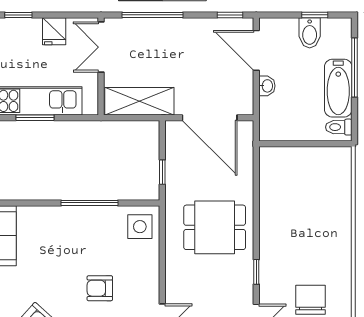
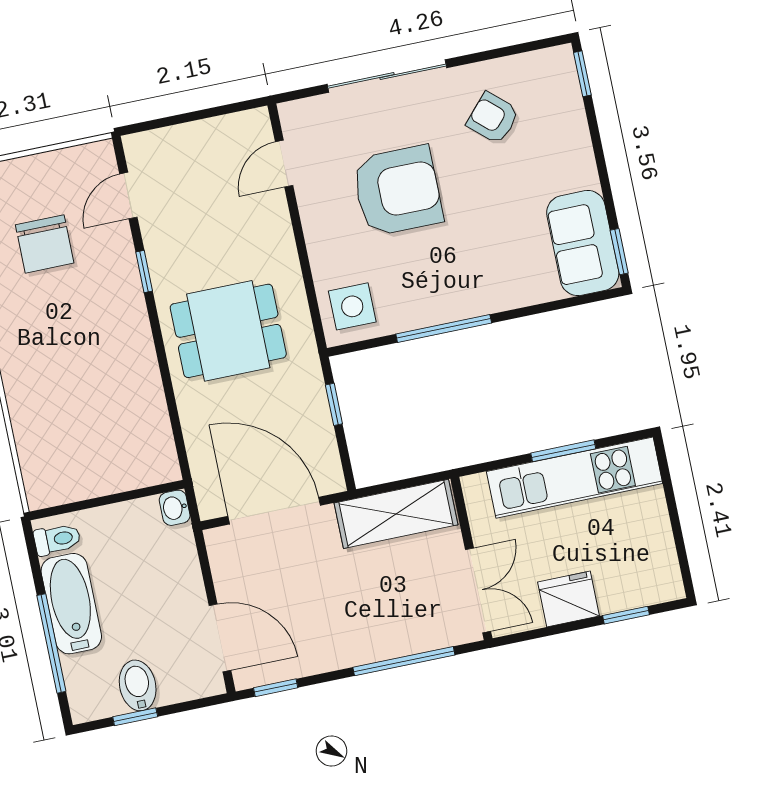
fridge: (54, 31) -> (568, 599), width x1.38
washbasin: (267, 86) -> (175, 508), moved
armchair: (100, 288) -> (397, 191), width x1.88, depth x1.88

